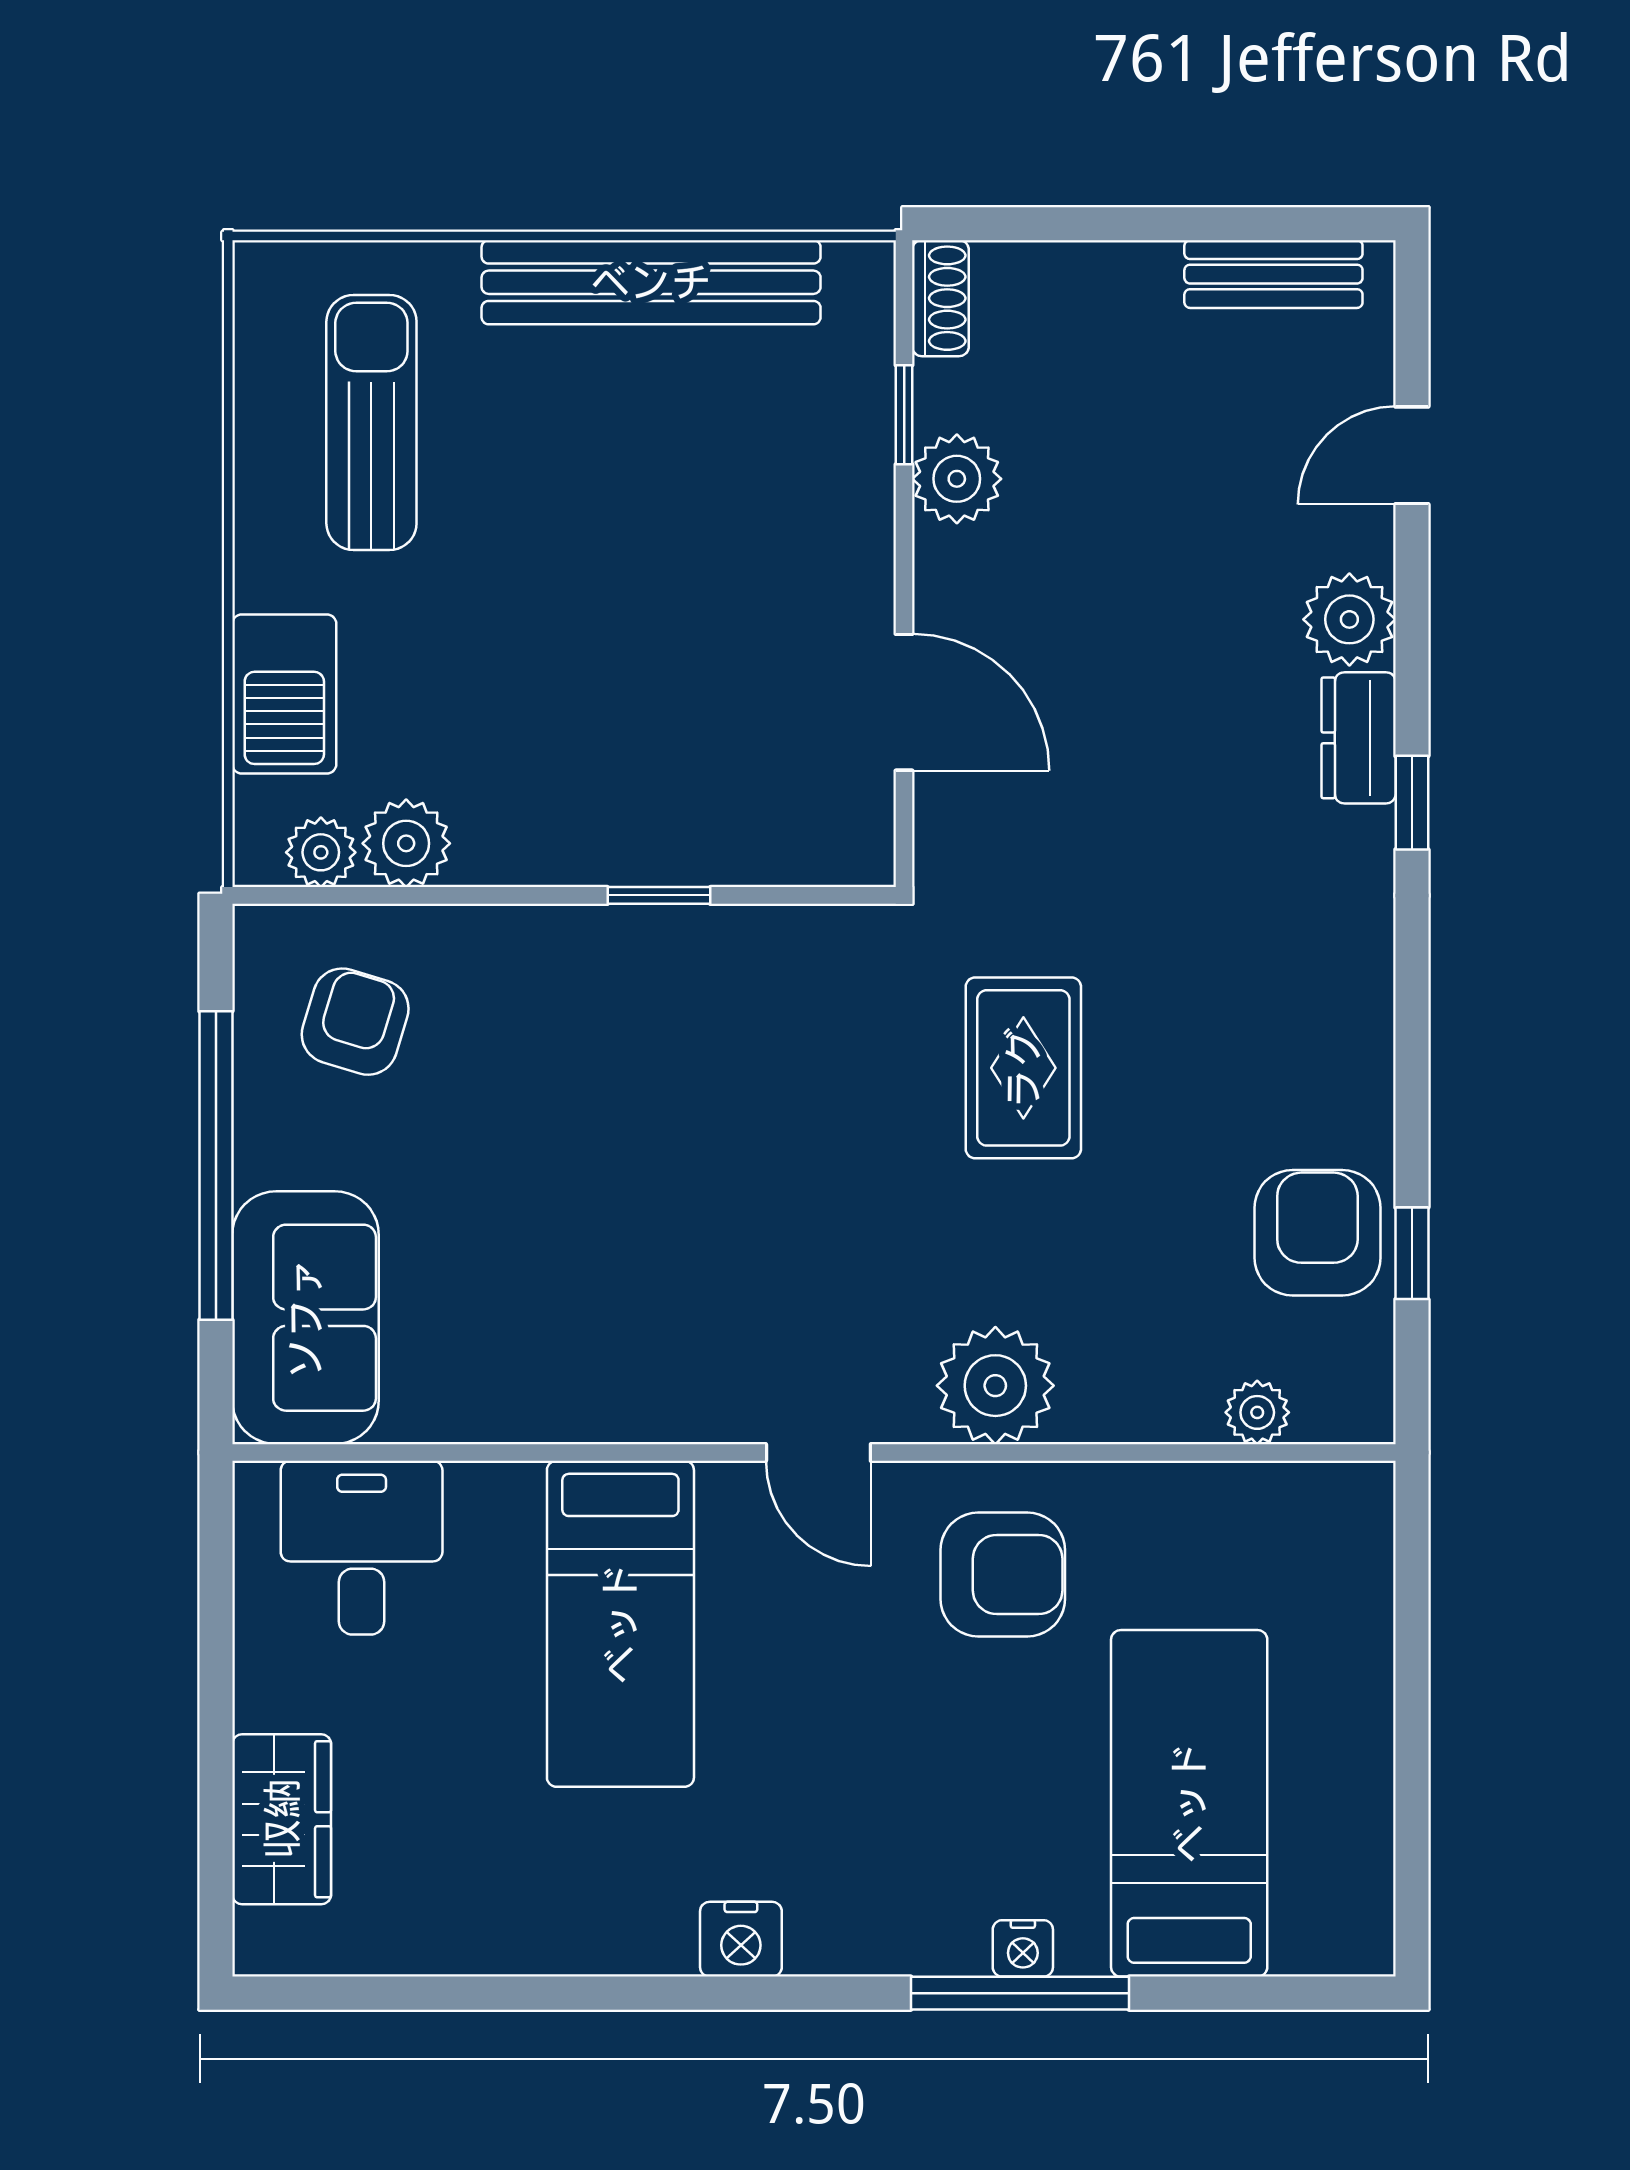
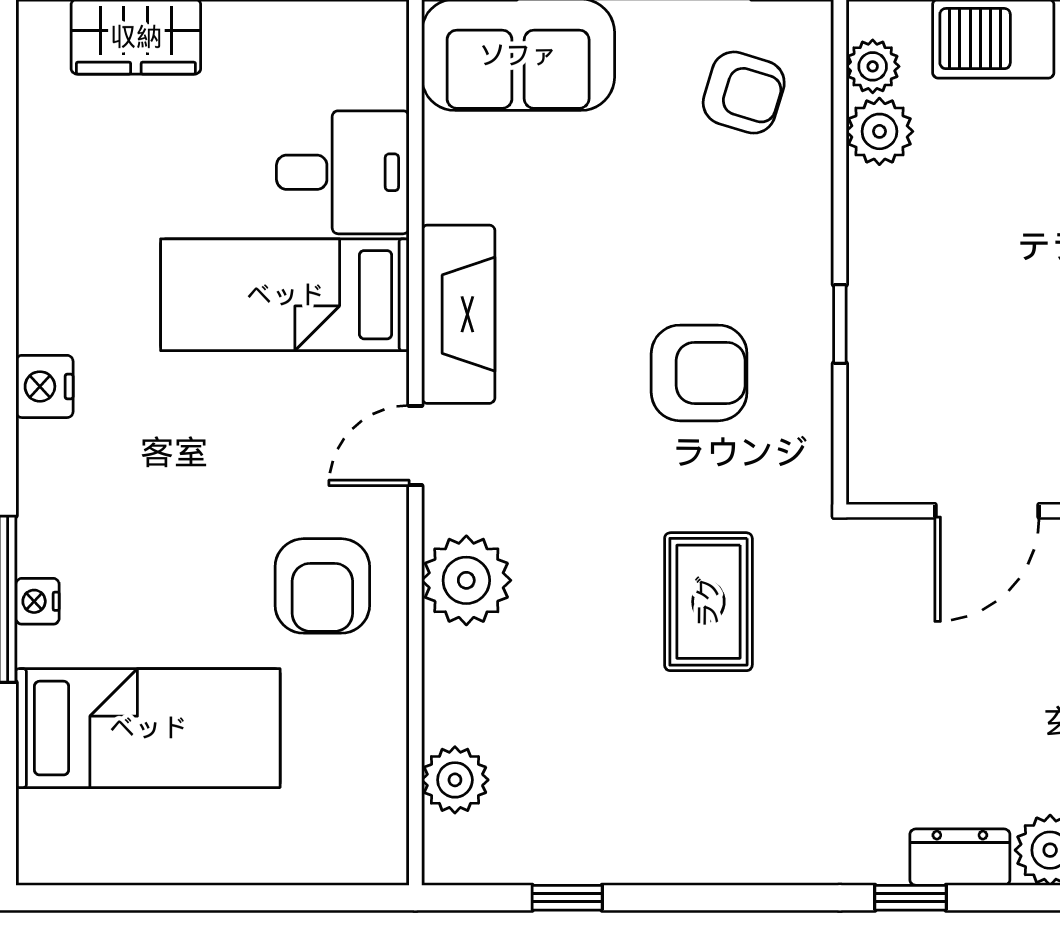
rug: (1023, 1068) -> (708, 602), turned 90
armchair: (1317, 1233) -> (699, 373), moved
fireplace: (646, 1396) -> (458, 314), added
plant: (1257, 1412) -> (455, 780), width x1.38, depth x1.38
desk: (362, 1548) -> (343, 172), moved

